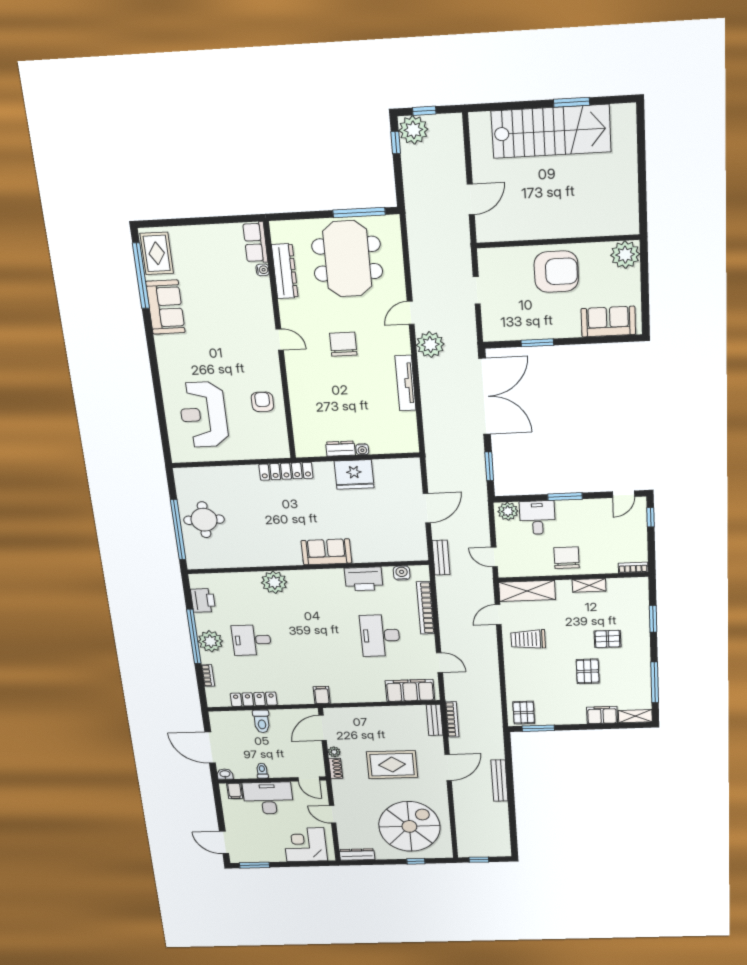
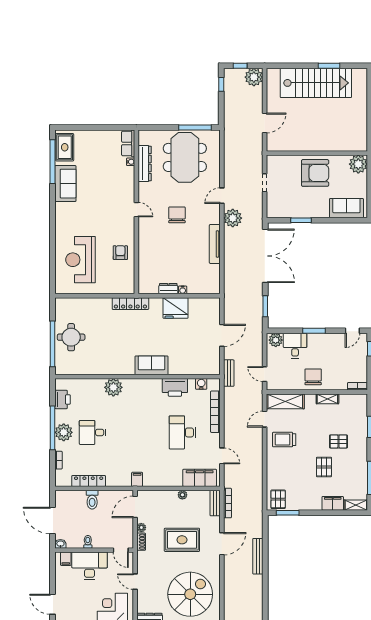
plant: (413, 130) -> (254, 77), moved
plant: (388, 711) -> (182, 495), added

